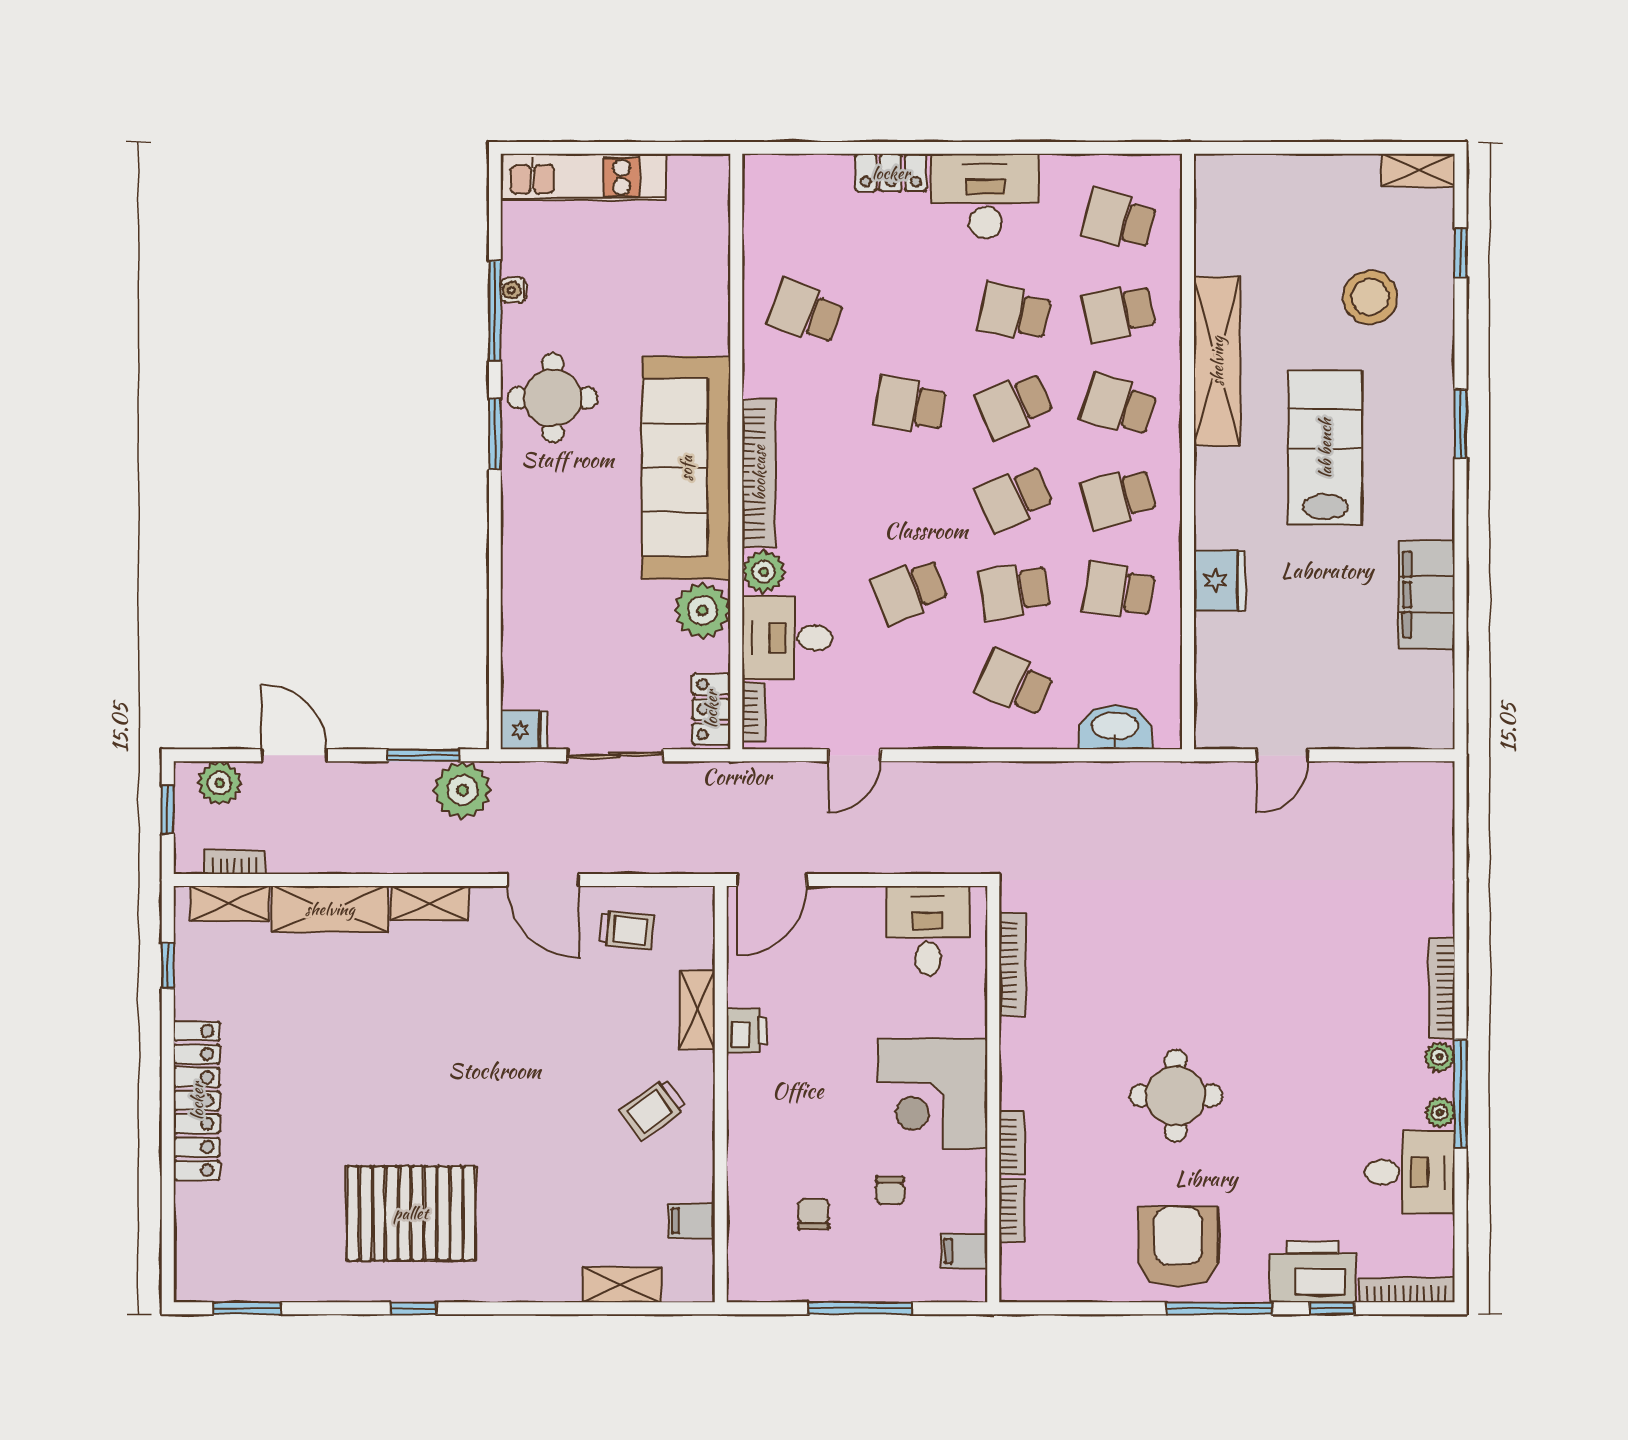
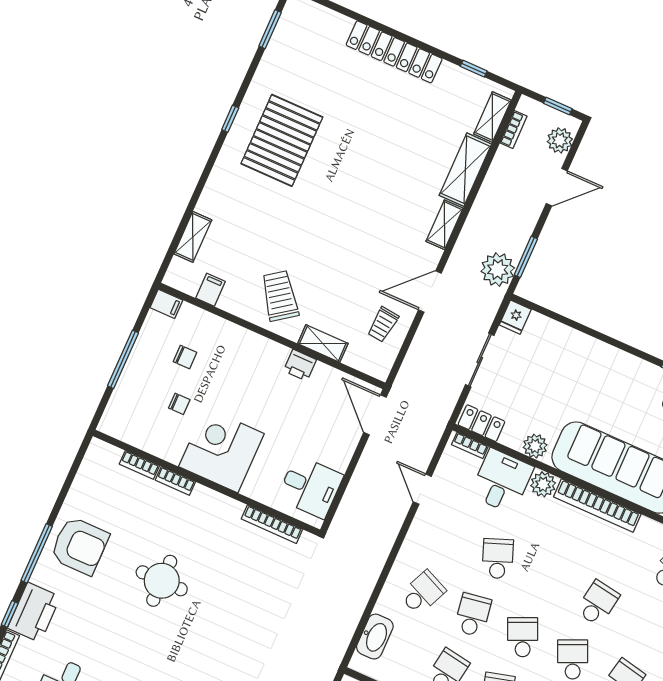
plant: (702, 610) -> (535, 446), width x0.73, depth x0.73
trolley: (653, 1109) -> (280, 296), width x1.36, depth x1.39
chair: (890, 1191) -> (179, 404), turned 180
filing cabinet: (964, 1251) -> (166, 304), moved, turned 90

